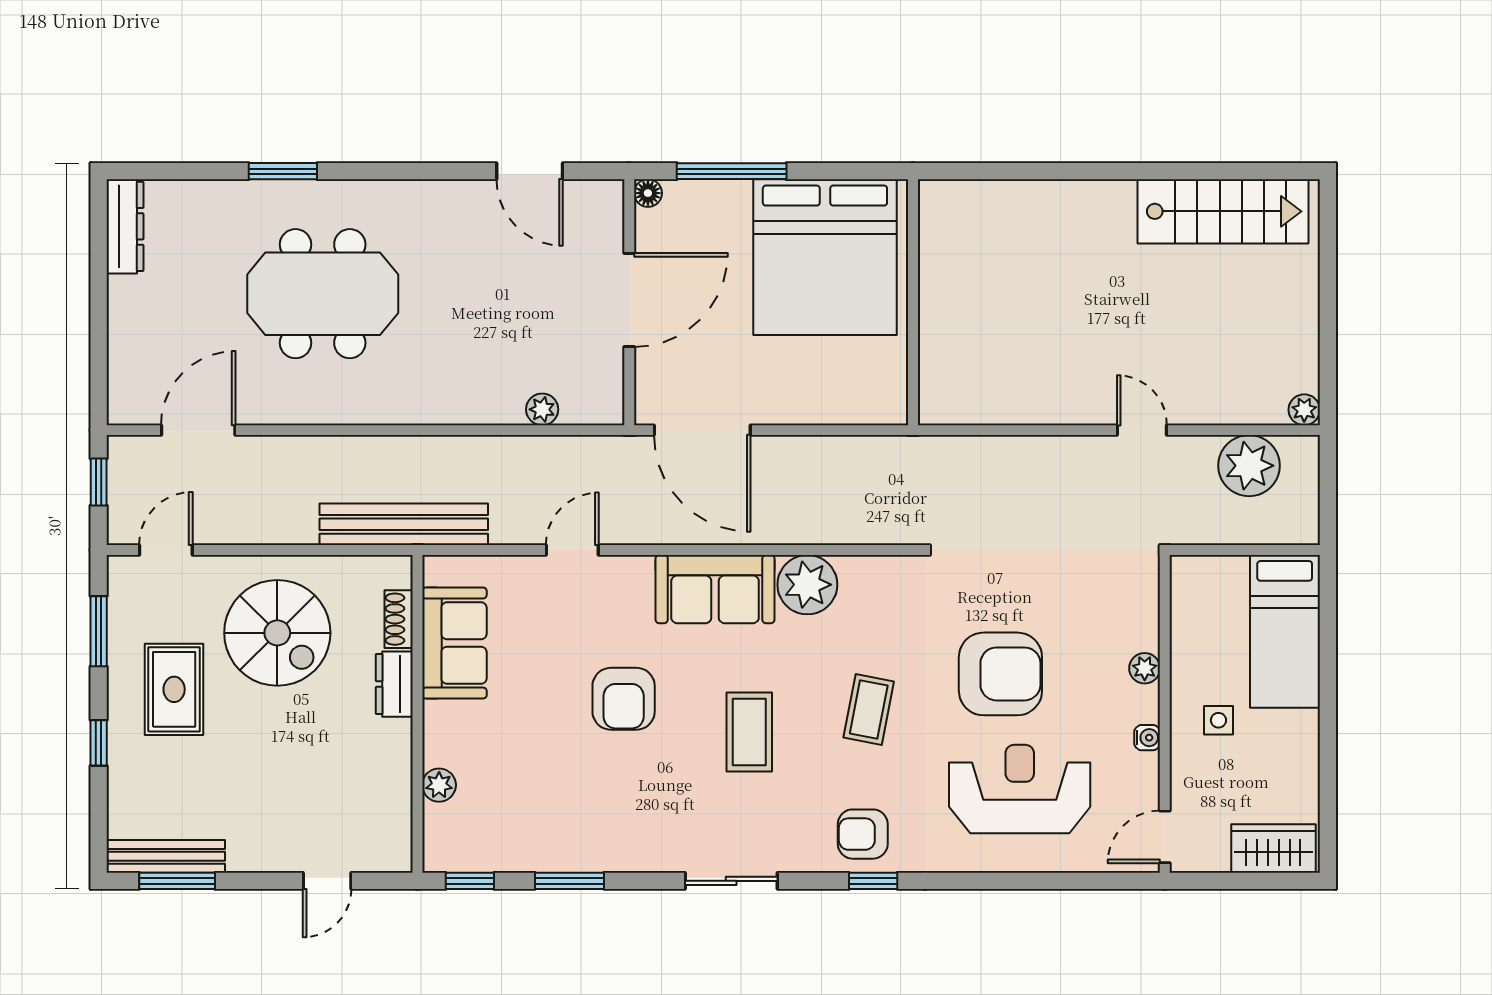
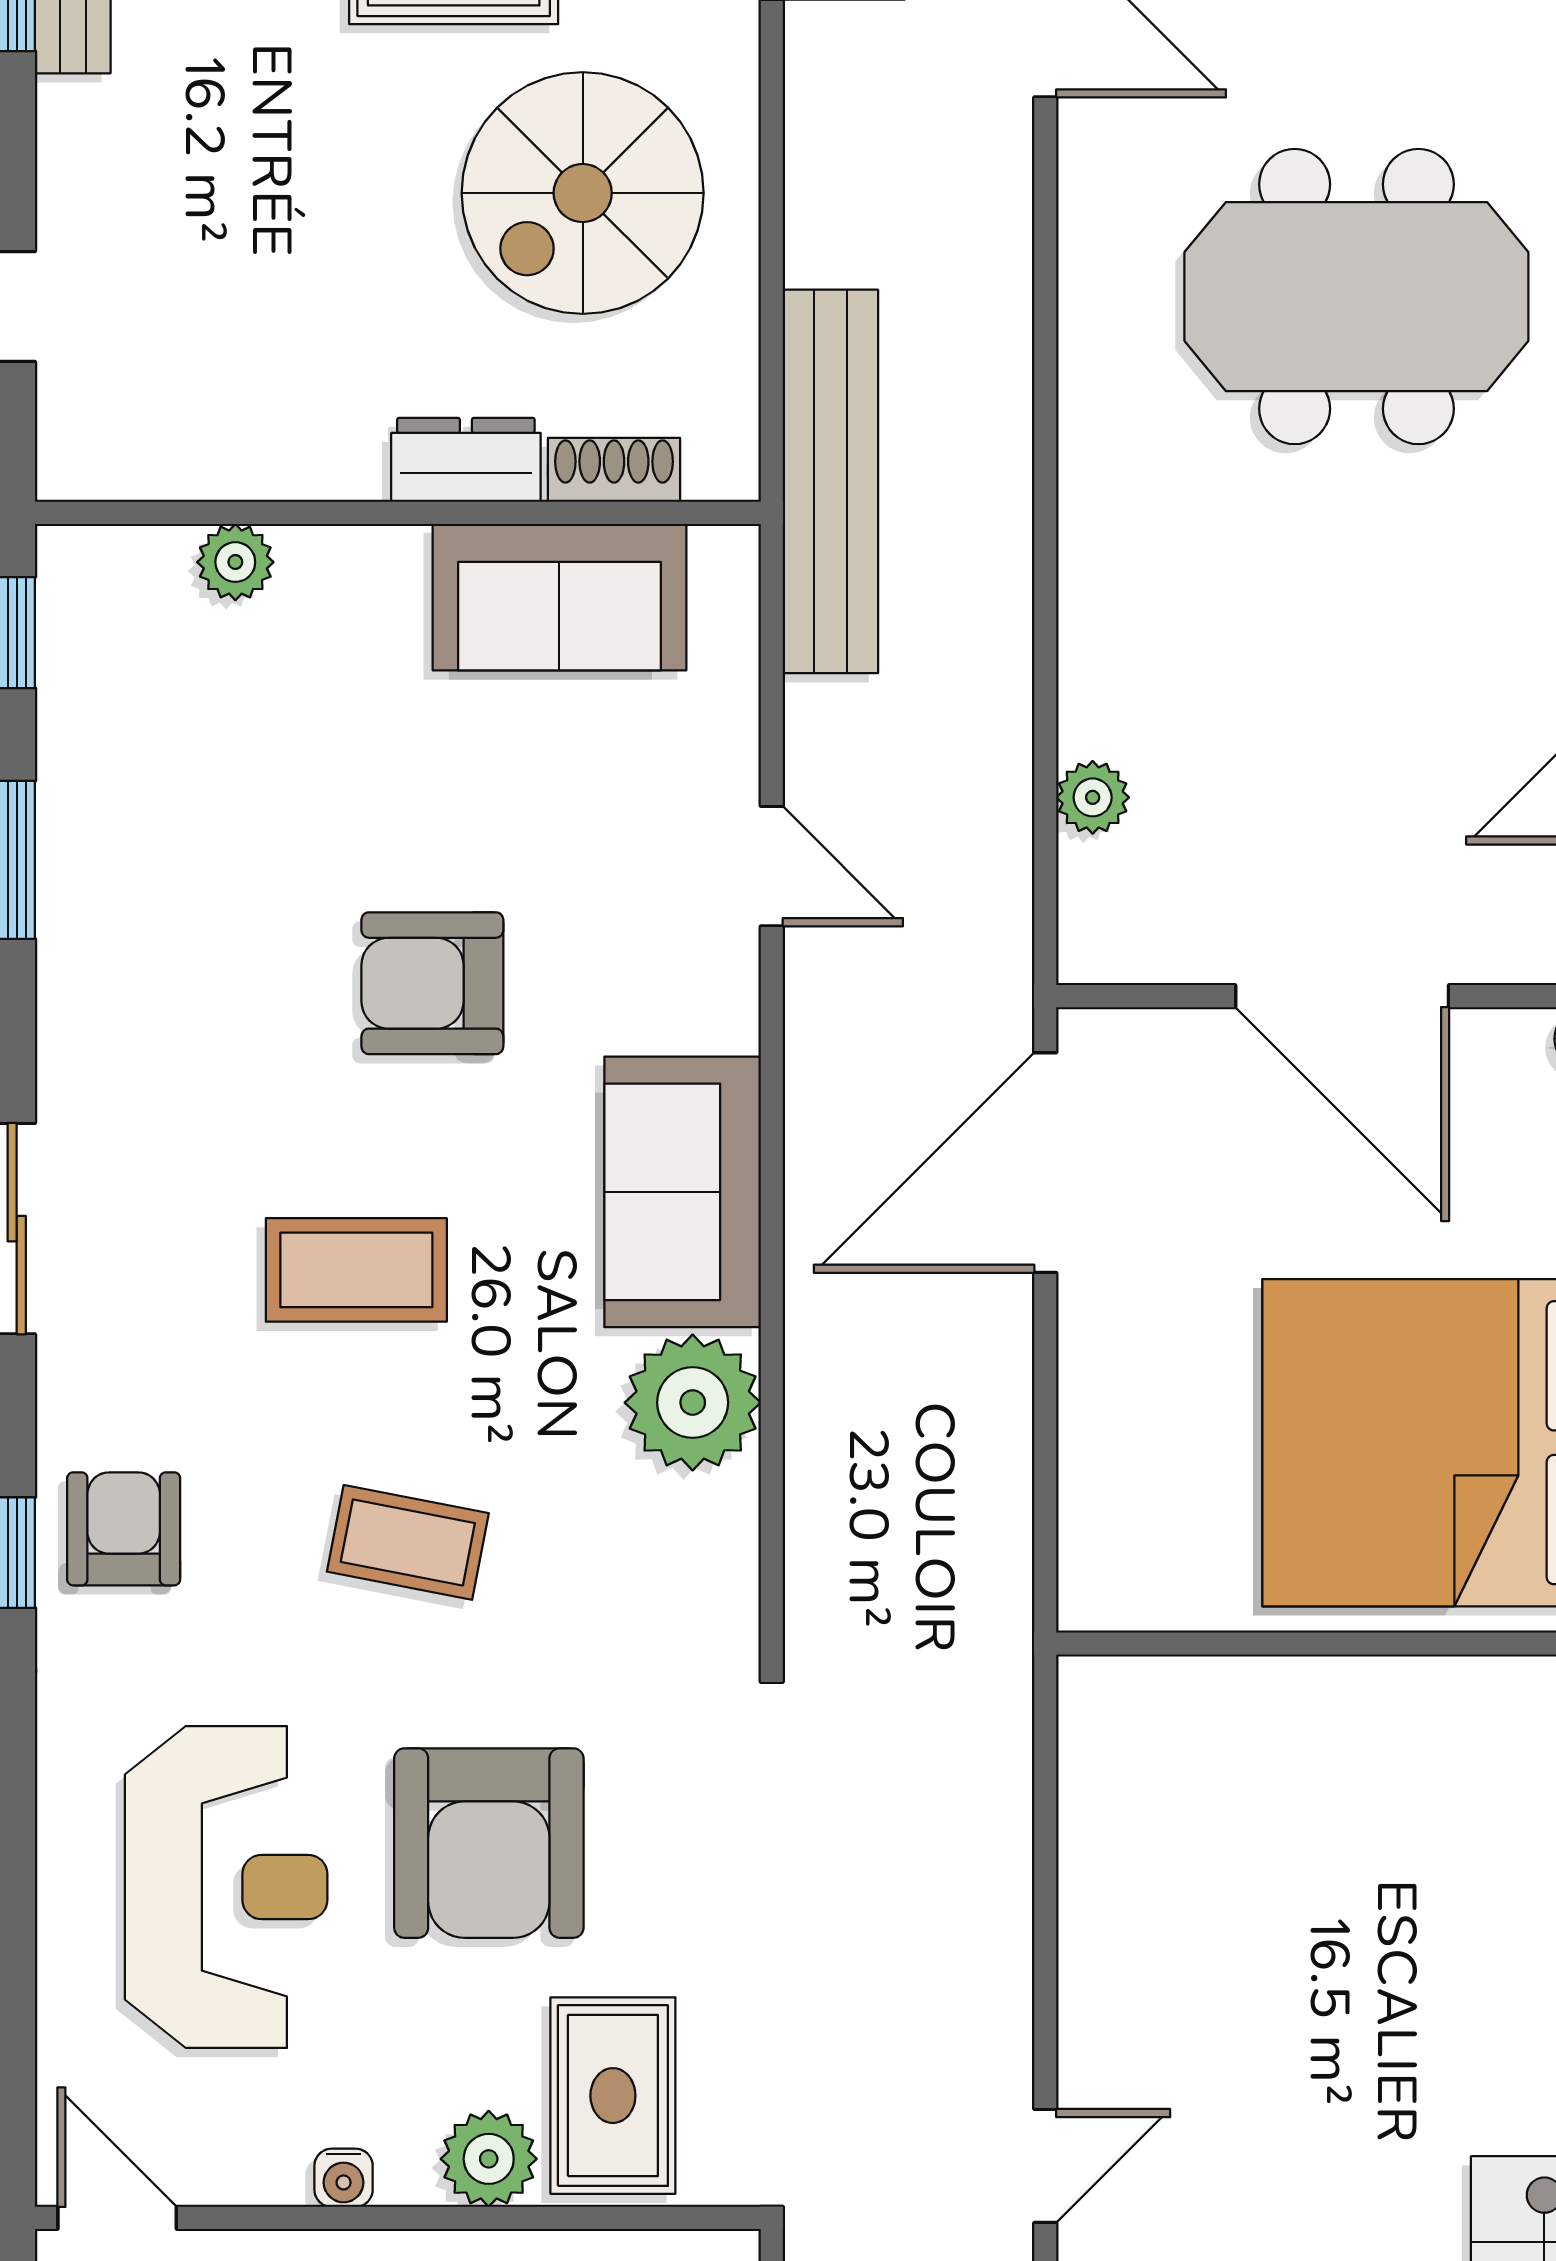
meeting table: (323, 294) -> (1356, 297), turned 90
rug: (1111, 620) -> (613, 2096), added
plant: (1145, 668) -> (489, 2159), width x1.38, depth x1.38

